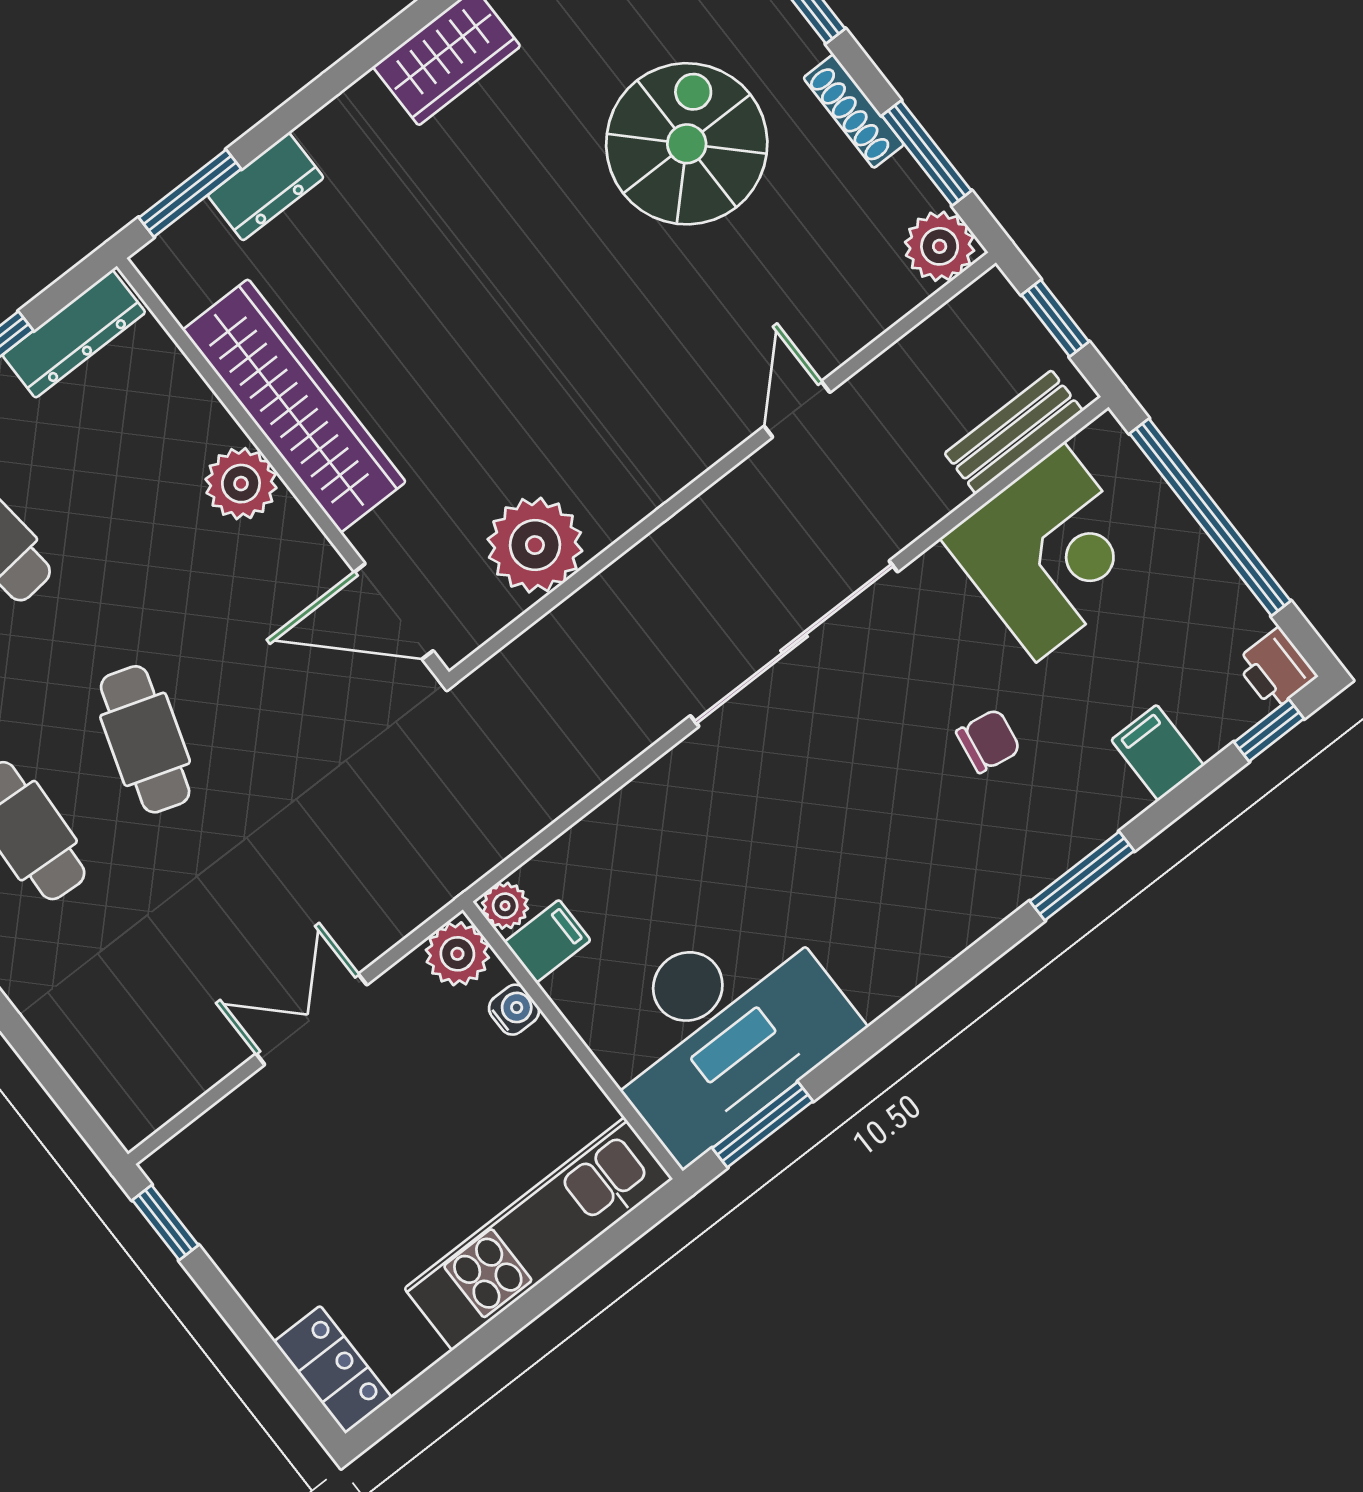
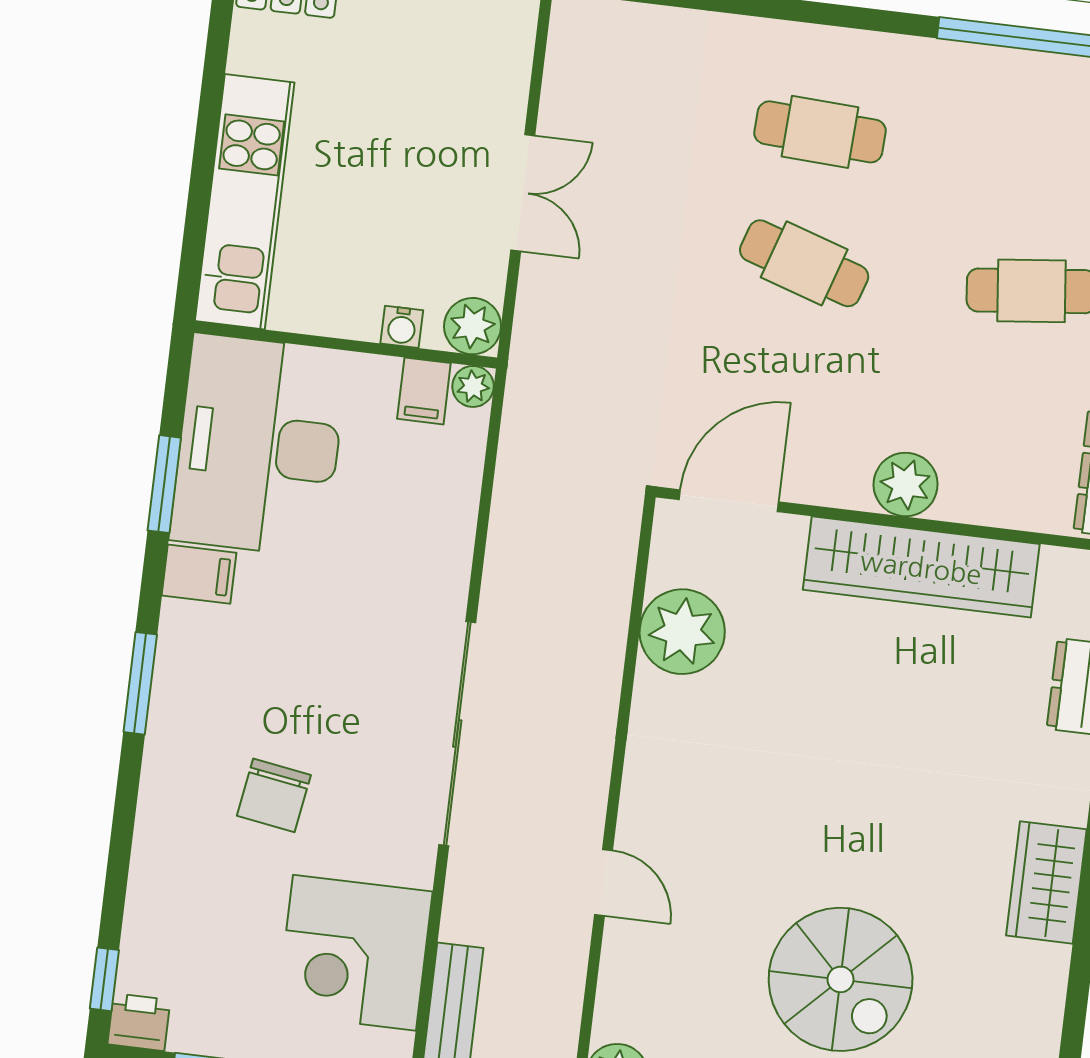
chair: (988, 741) -> (274, 795), width x1.37, depth x1.37
filing cabinet: (1157, 753) -> (199, 574), moved
window: (1082, 876) -> (140, 683), moved
window: (763, 1125) -> (164, 484), moved

